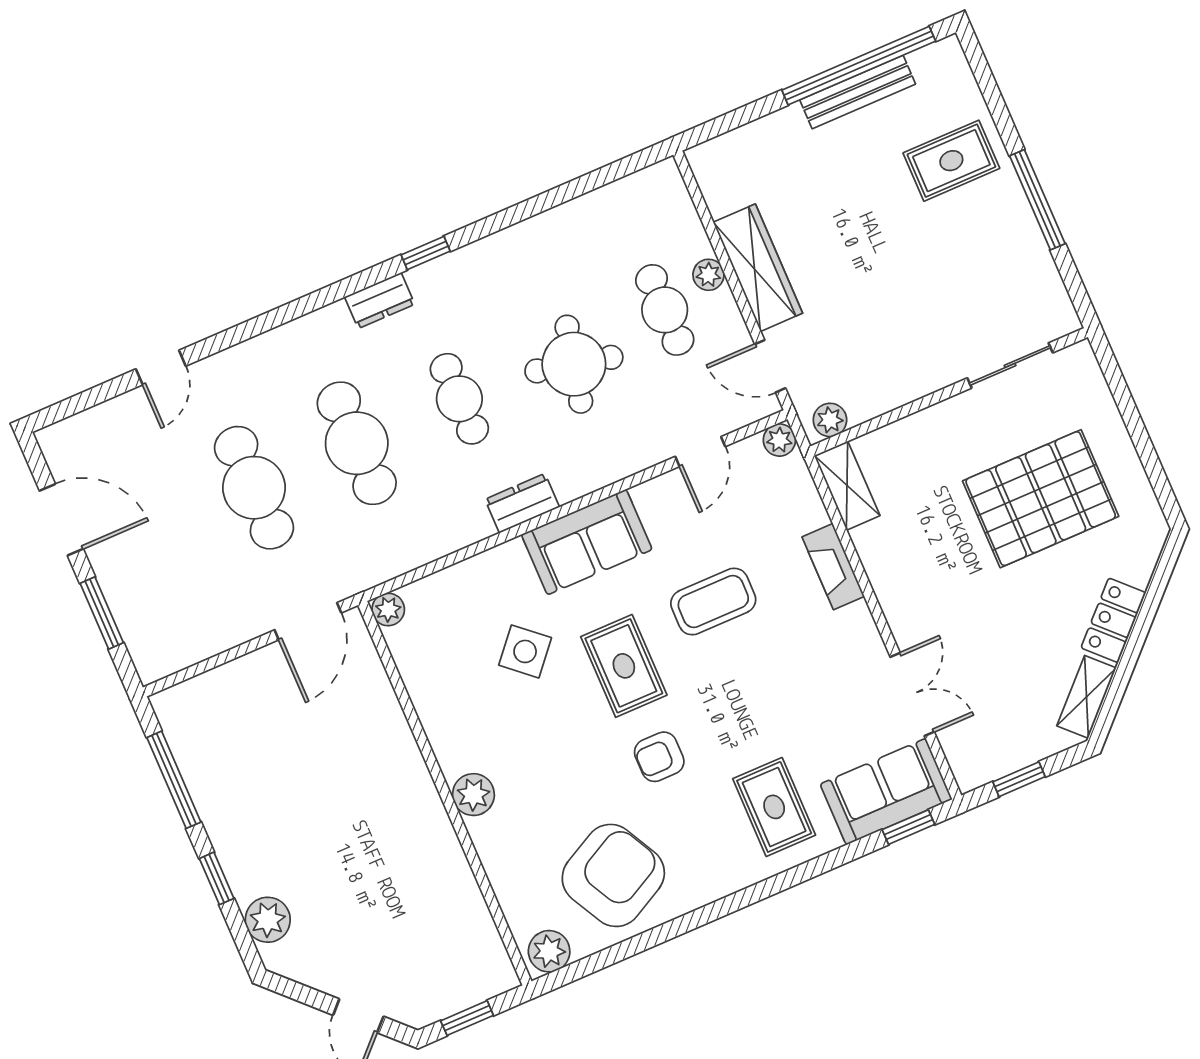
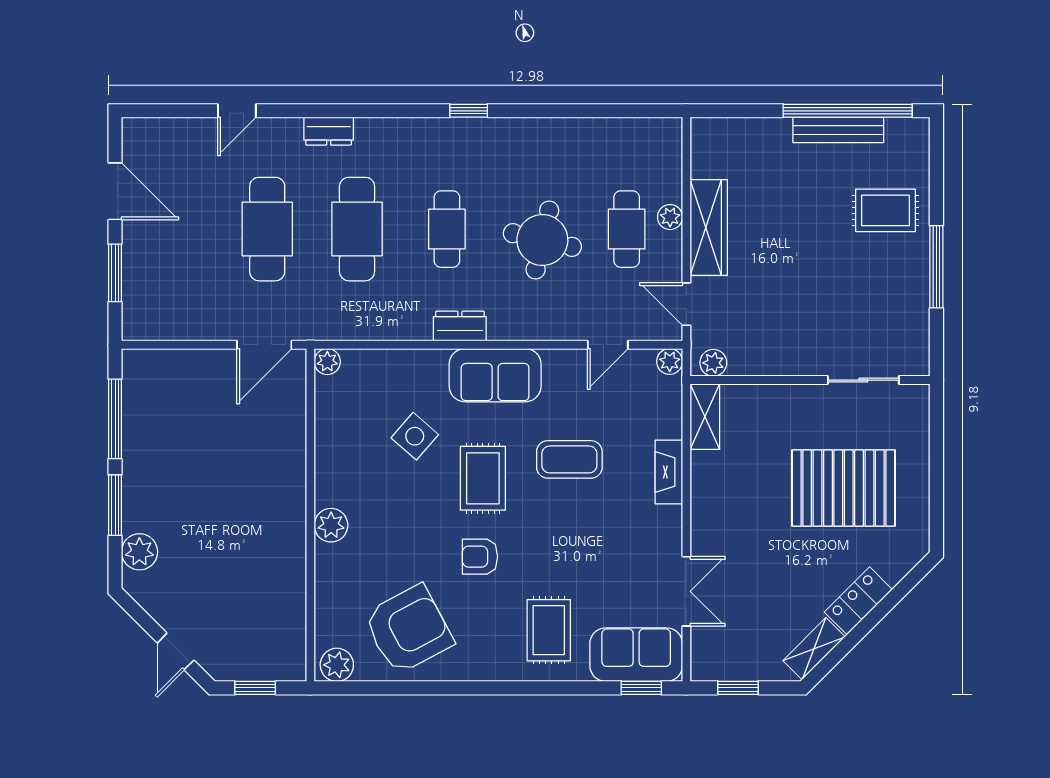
dresser: (380, 301) -> (329, 131), moved
window: (217, 878) -> (115, 505), width x1.50

